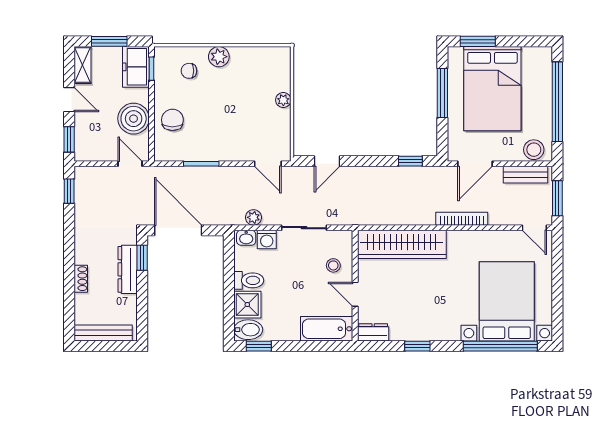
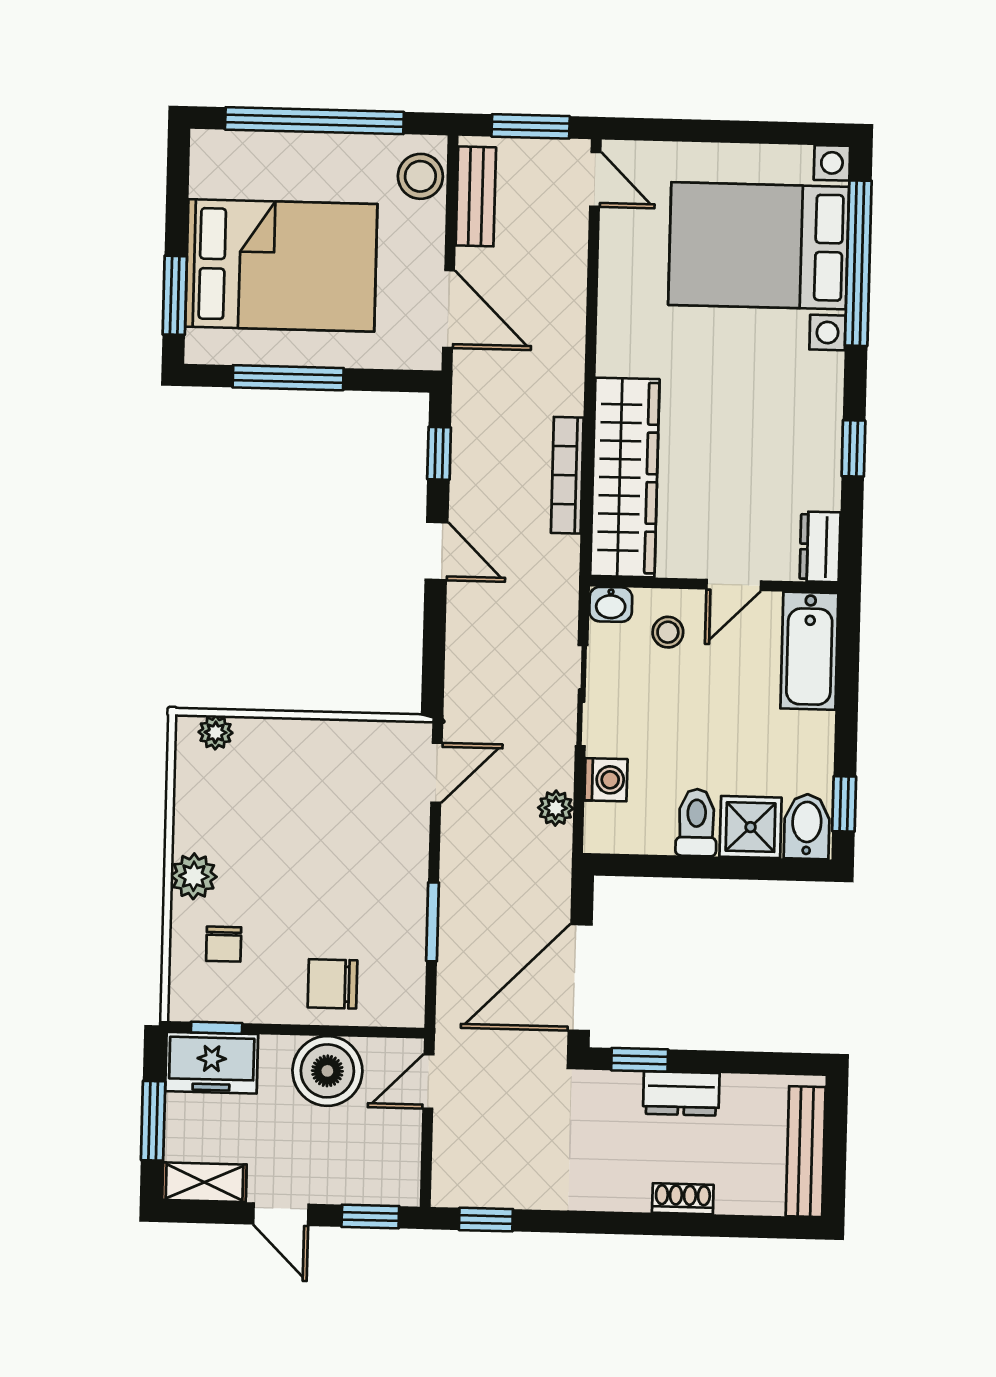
door: (69, 100) -> (281, 1214), swing flipped
plant: (283, 100) -> (215, 732), moved
door: (327, 161) -> (436, 551), moved
bookcase: (462, 219) -> (567, 475), moved
door: (534, 228) -> (595, 179), hinge flipped
washbasin: (246, 238) -> (611, 604), moved, turned 90
dresser: (128, 269) -> (681, 1093), width x0.70

